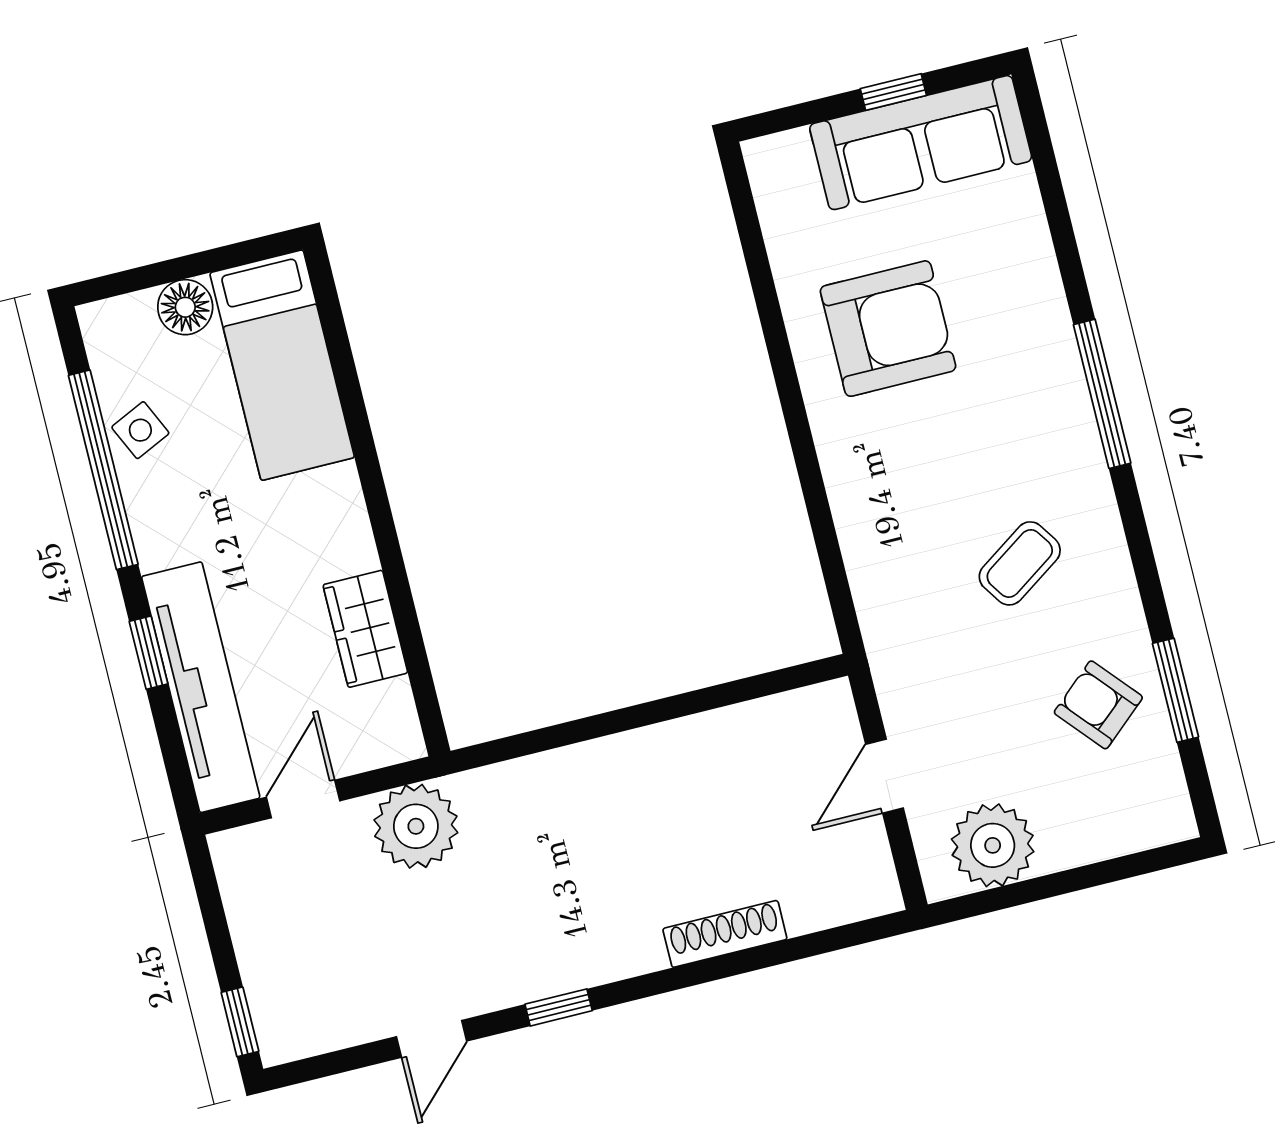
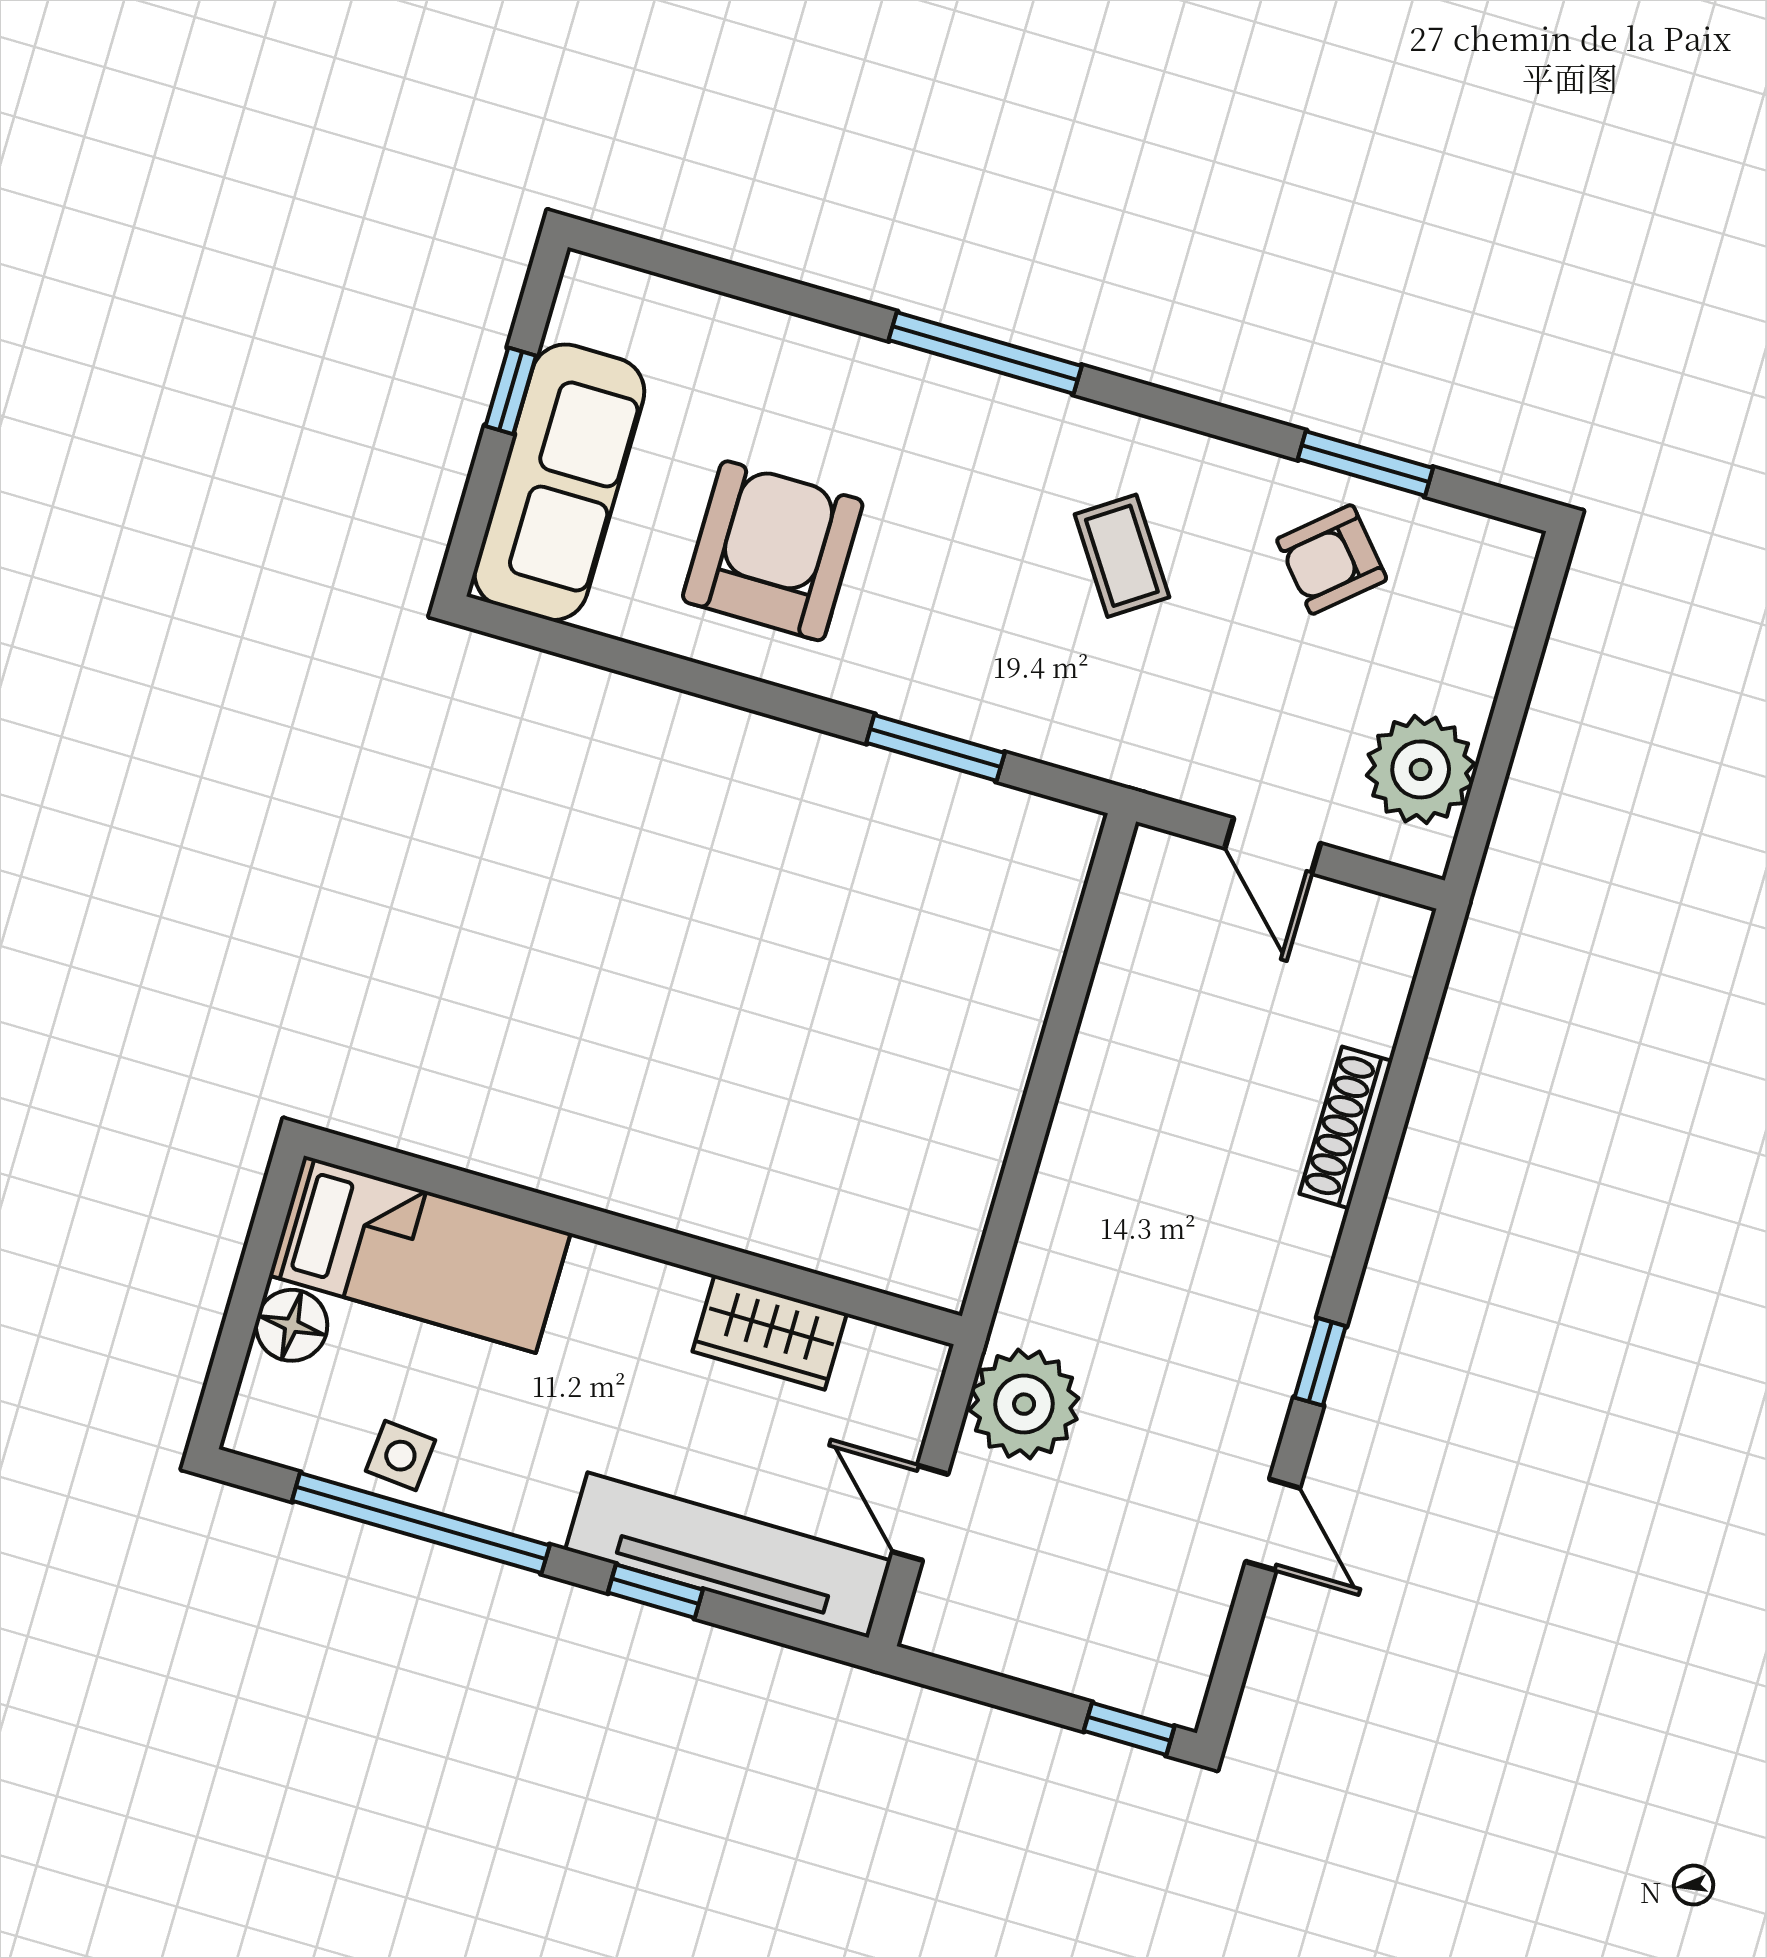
sofa: (921, 143) -> (559, 482), moved
side table: (140, 430) -> (400, 1456), turned 30
window: (819, 513) -> (935, 748), added

